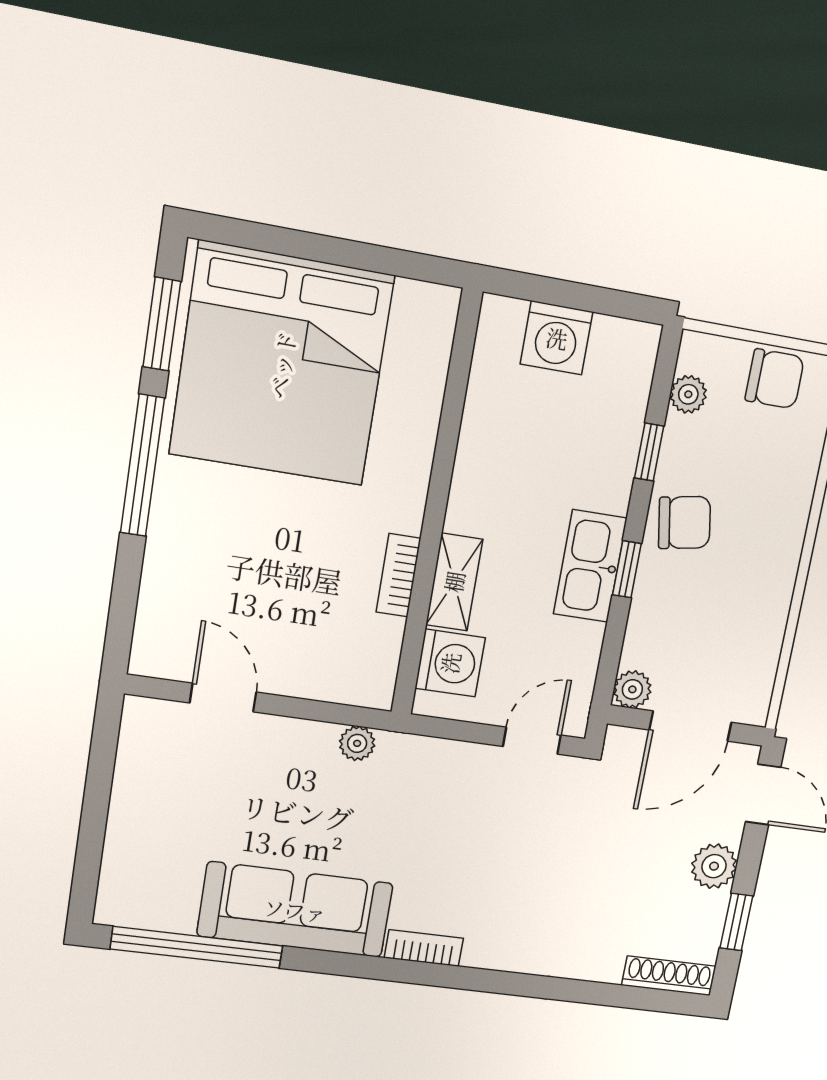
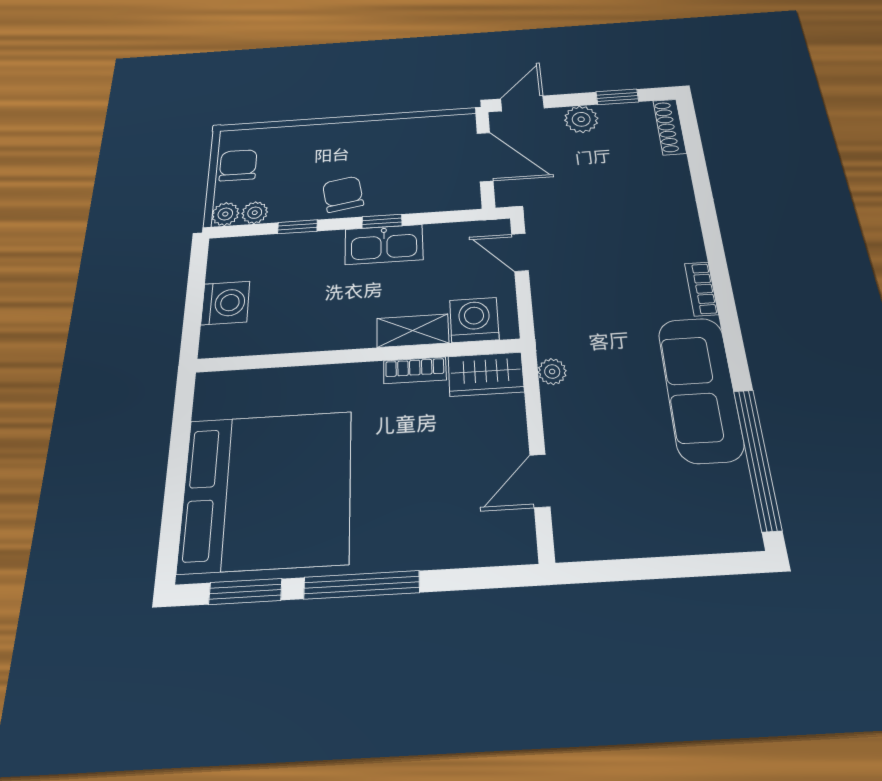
wardrobe: (372, 662) -> (486, 374), added
plant: (632, 689) -> (225, 214), moved

